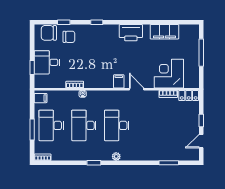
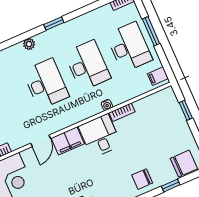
chair: (69, 37) -> (142, 179), moved
desk: (47, 62) -> (100, 136), moved, turned -90
filing cabinet: (119, 81) -> (68, 141), width x2.00
door: (137, 89) -> (41, 141), hinge flipped

